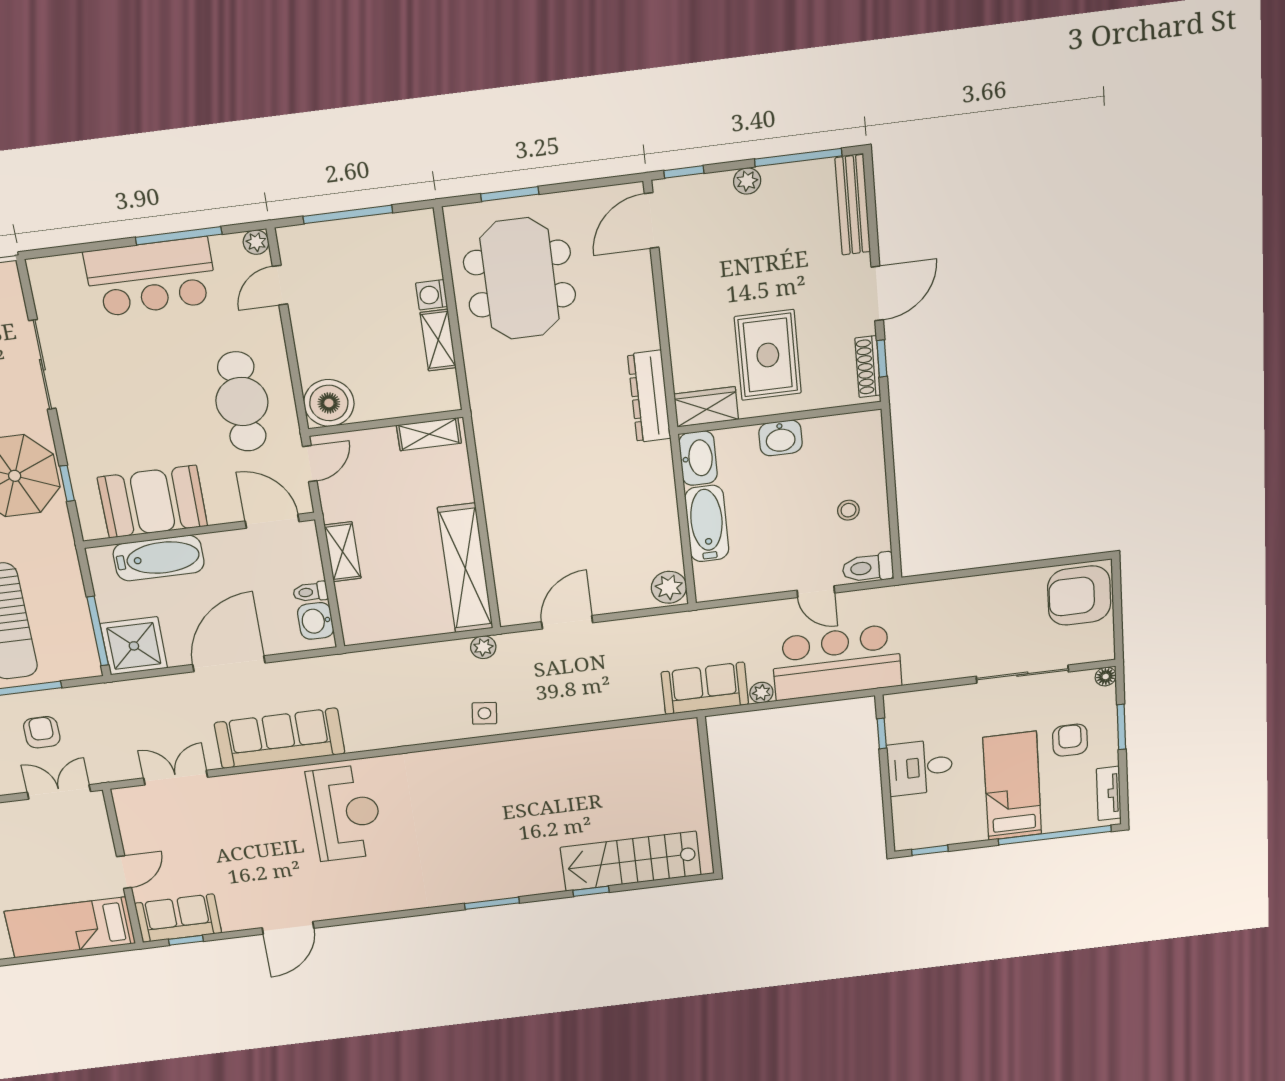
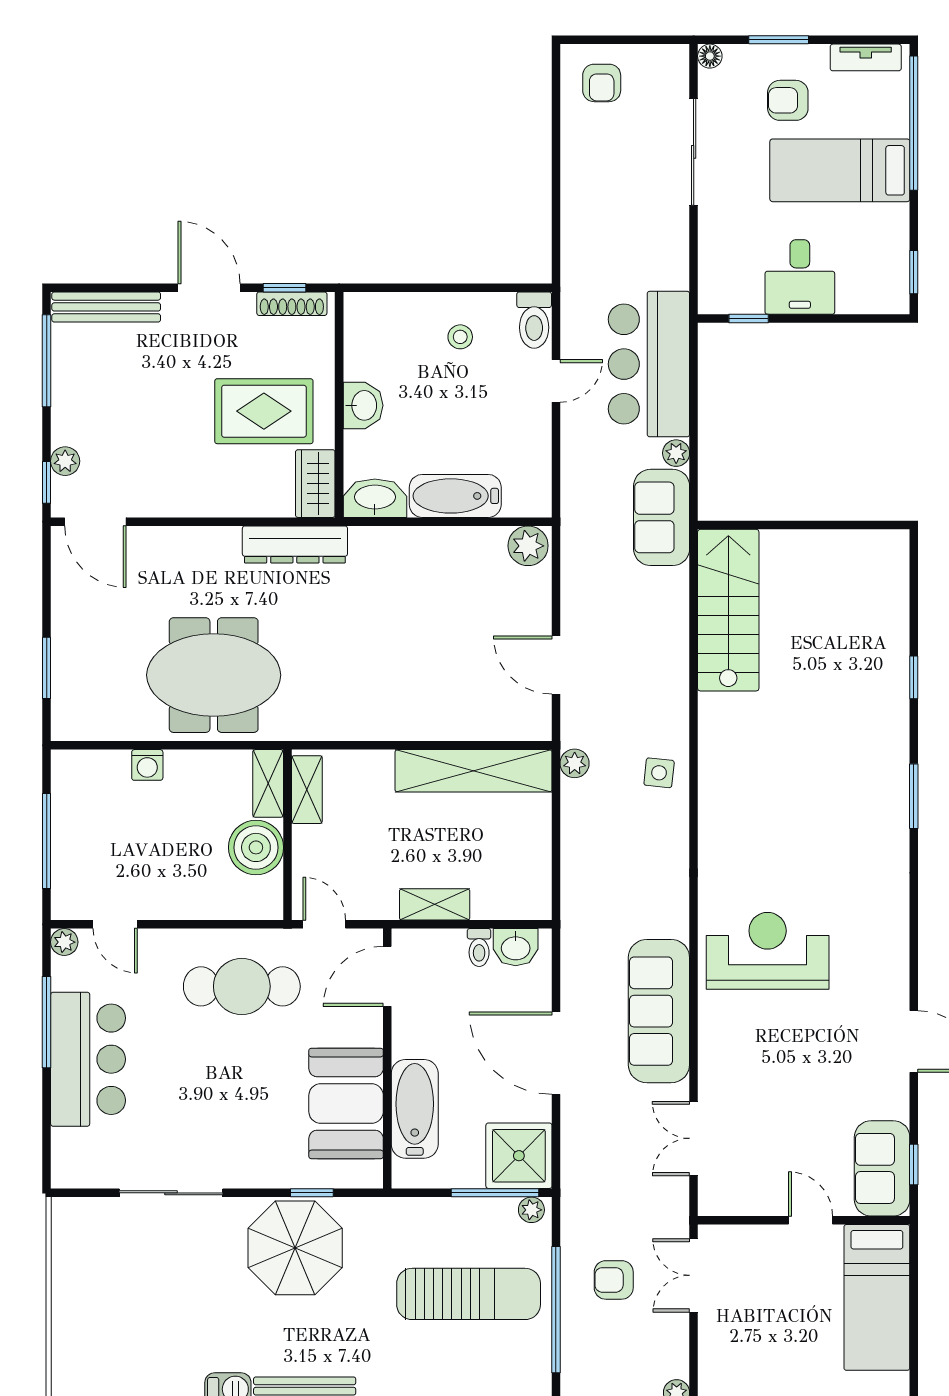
plant: (747, 181) -> (65, 461), moved
meeting table: (520, 279) -> (214, 675), moved
shelving: (438, 340) -> (268, 783), moved, turned 90
boiler: (329, 403) -> (256, 847), moved
armchair: (1079, 596) -> (602, 83), width x0.53, depth x0.53
plant: (89, 662) -> (531, 1210), added
stairs: (631, 861) -> (728, 610), moved, turned 180

